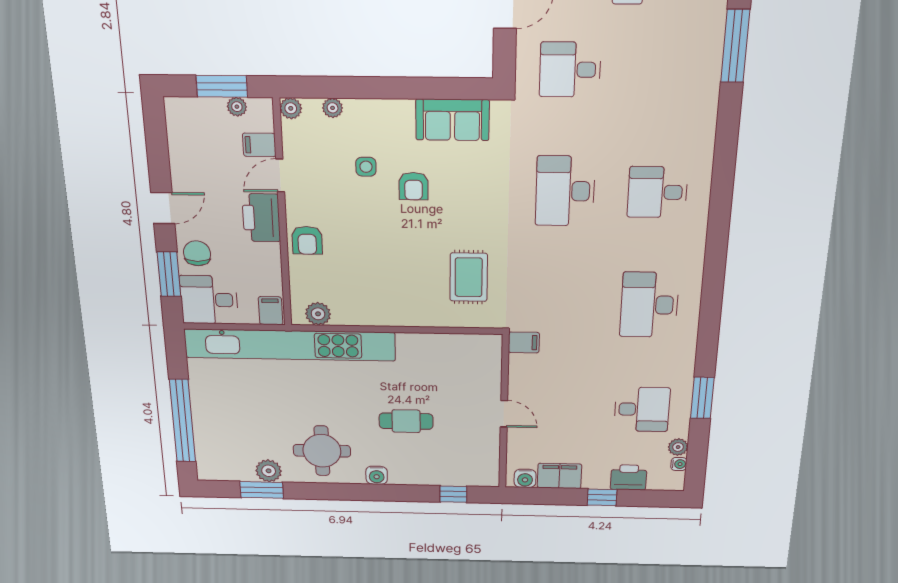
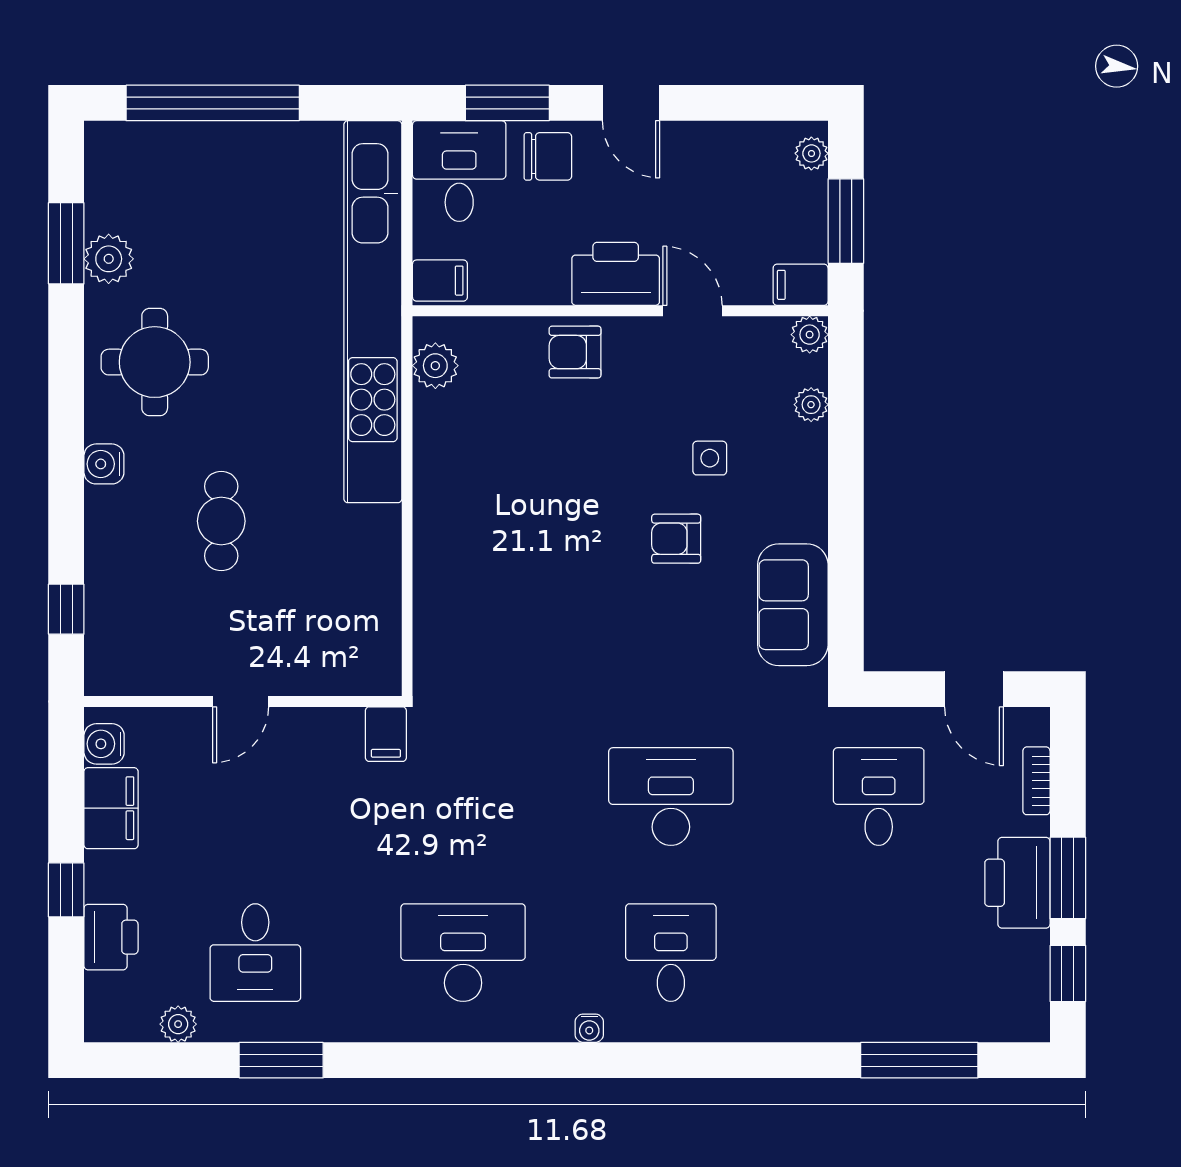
plant: (237, 107) -> (811, 153), moved
filing cabinet: (259, 145) -> (801, 285), moved, turned -90
rug: (469, 277) -> (510, 634), removed
water cooler: (679, 464) -> (589, 1028), moved

